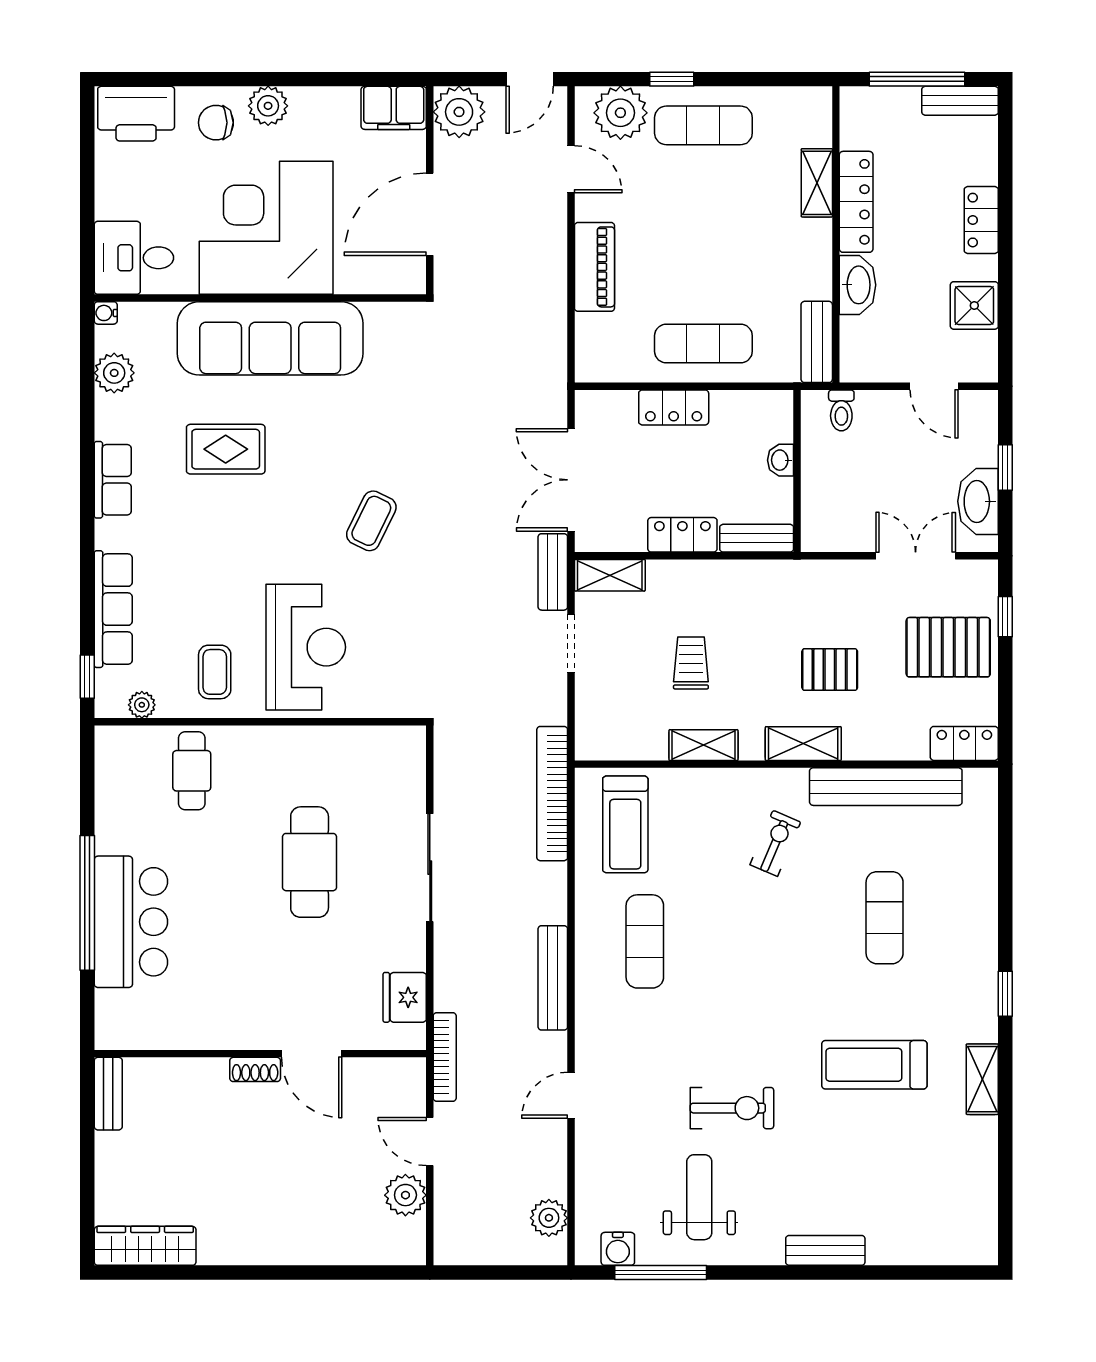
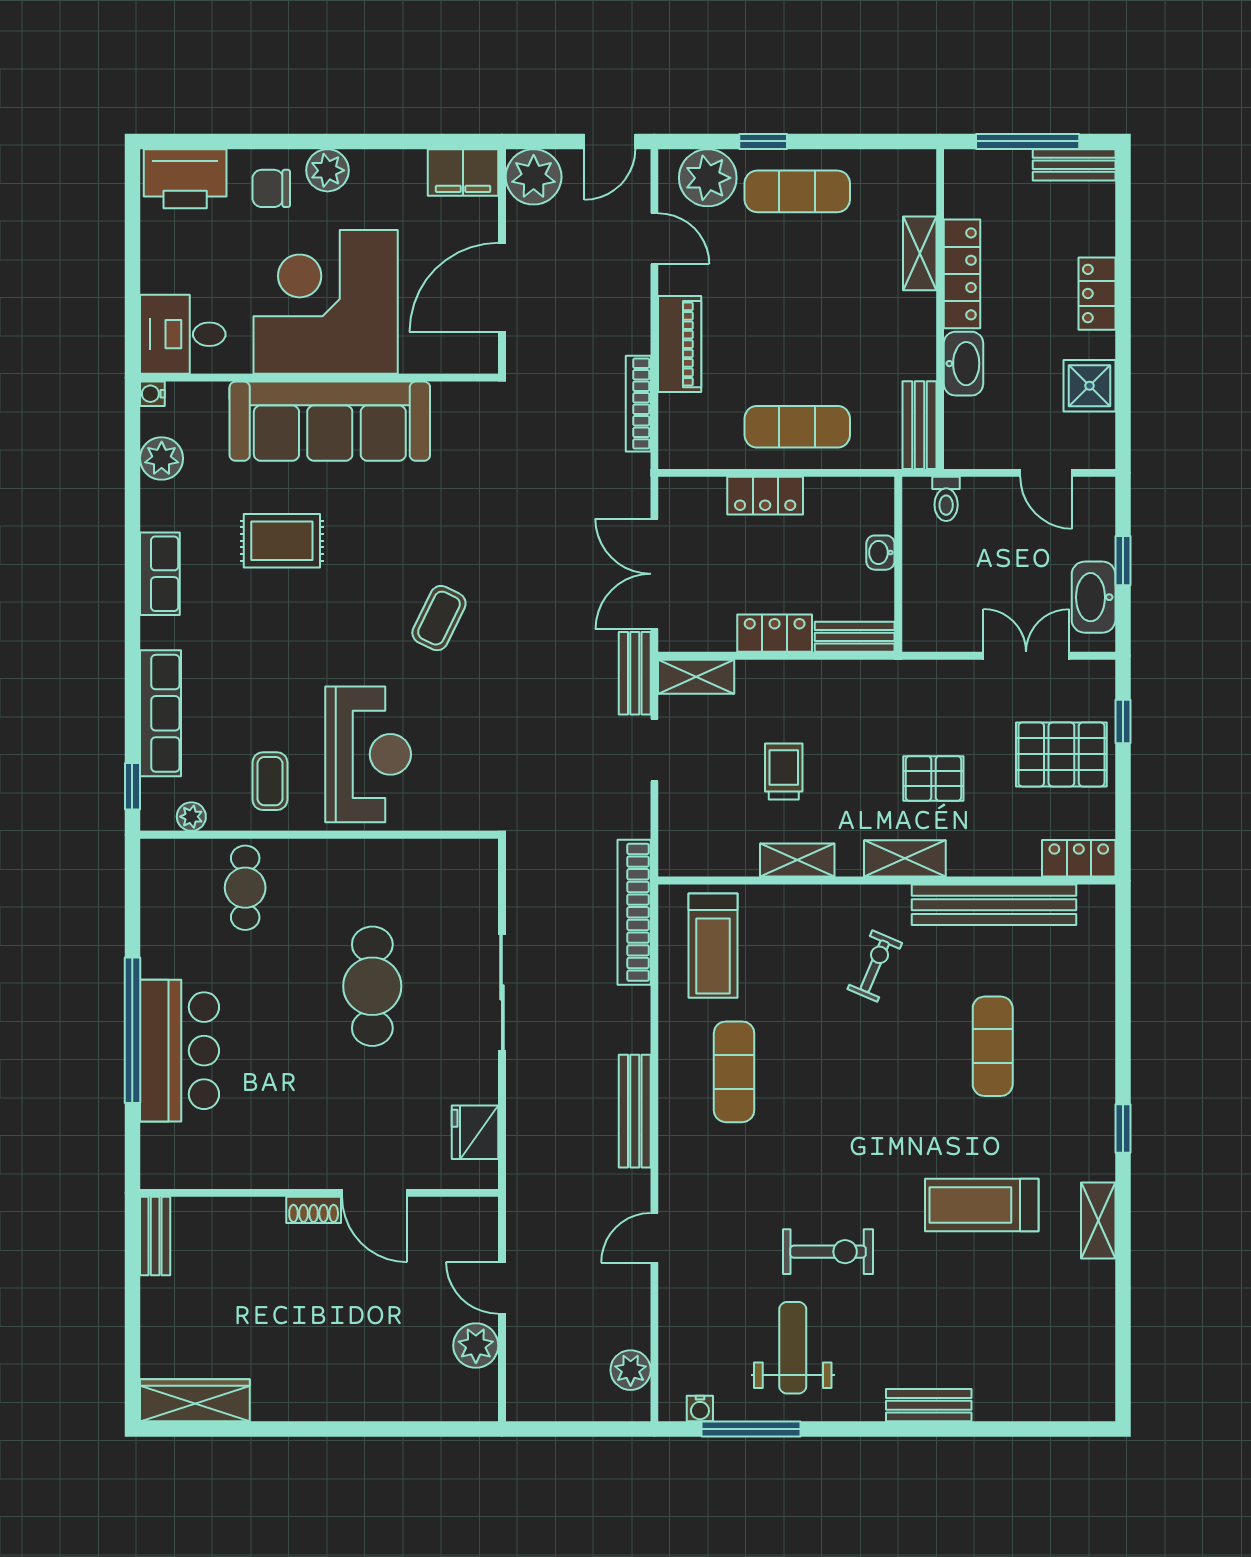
bookcase: (445, 1057) -> (638, 404), moved, turned 180
water cooler: (618, 1249) -> (700, 1409), width x0.72, depth x0.72

